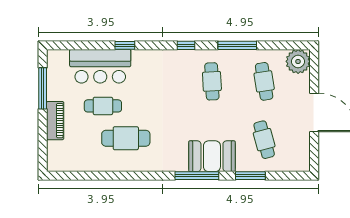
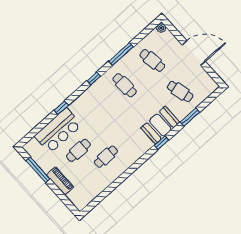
plant: (298, 61) -> (161, 28), width x0.53, depth x0.53
cafe table: (126, 138) -> (106, 157), width x0.73, depth x0.74
window: (197, 176) -> (162, 143), width x0.46

